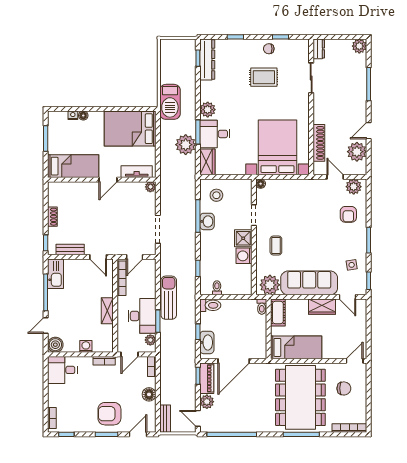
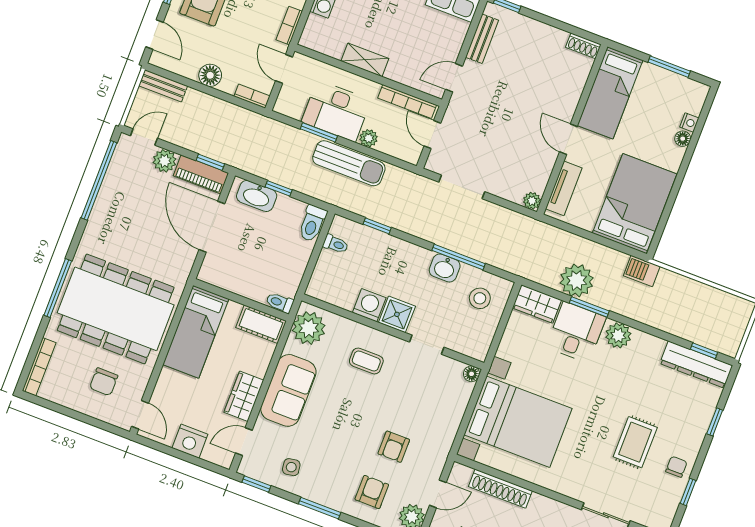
barbecue: (170, 102) -> (642, 271), width x0.53, depth x0.65
armchair: (318, 212) -> (394, 447), added
armchair: (348, 214) -> (372, 492), turned 90
shoe rack: (52, 217) -> (583, 46), moved
sofa: (309, 283) -> (288, 390), width x0.73
nightstand: (359, 327) -> (190, 441), added
plant: (150, 340) -> (369, 138), moved

